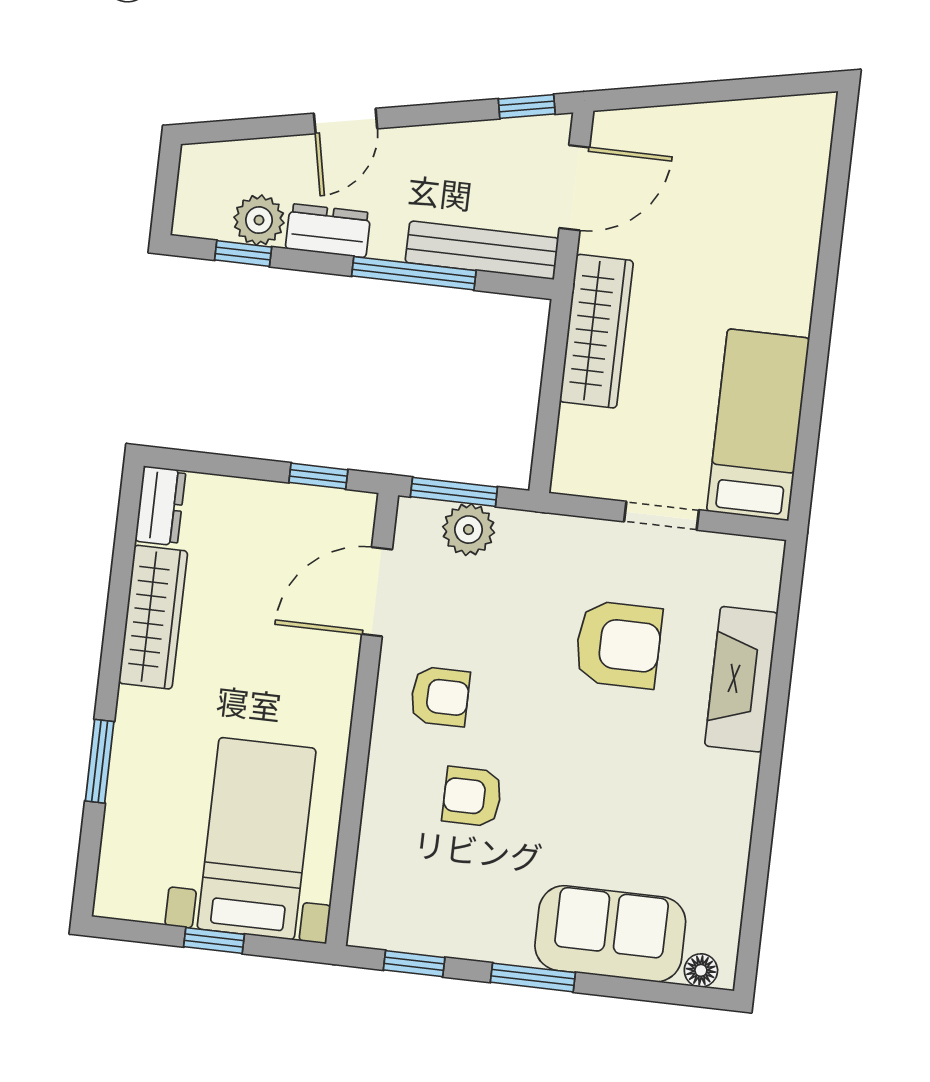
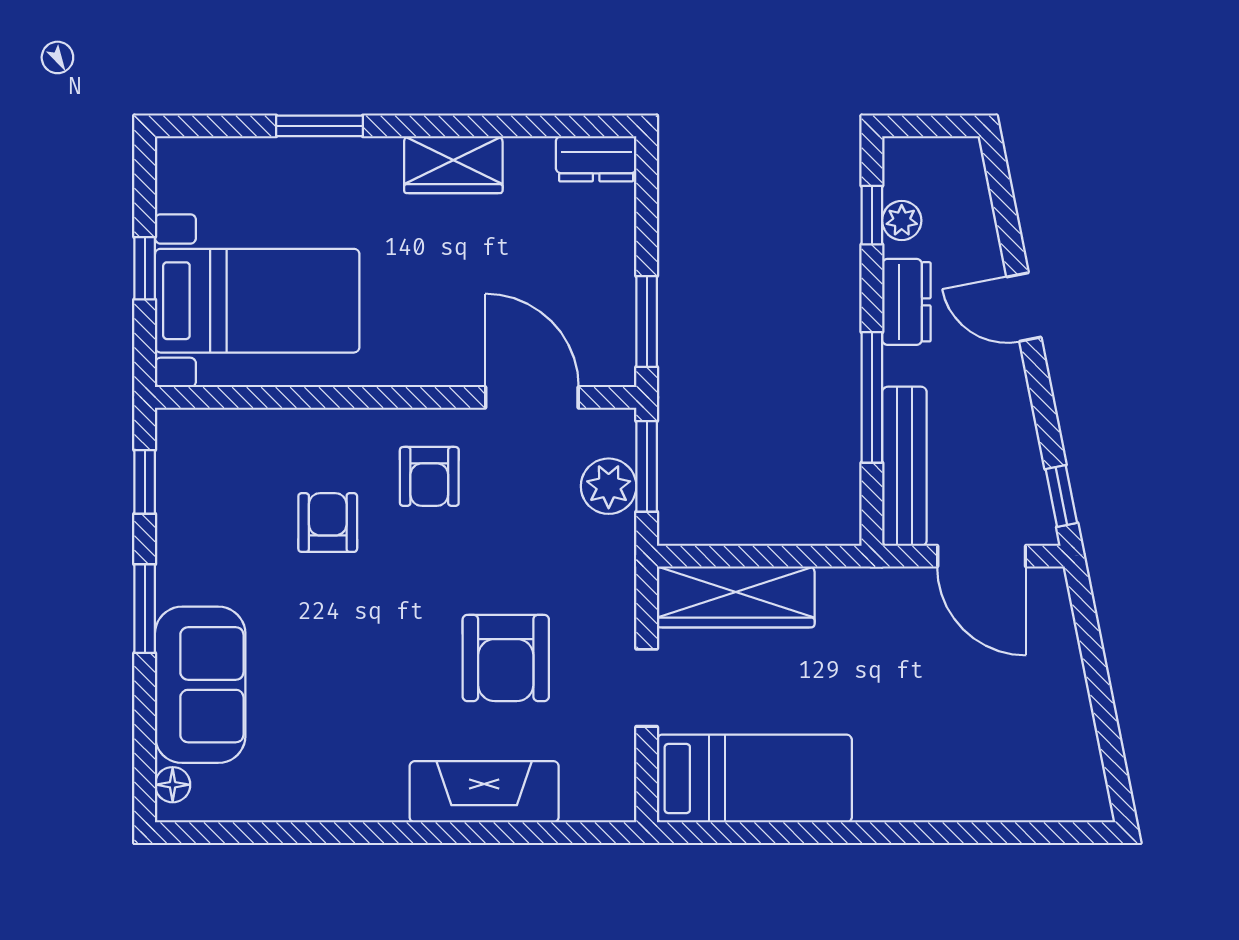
plant: (259, 220) -> (902, 220), width x0.73, depth x0.73
wardrobe: (596, 331) -> (736, 597), moved
window: (318, 476) -> (647, 321), width x1.50
wardrobe: (153, 617) -> (453, 165), width x0.67

